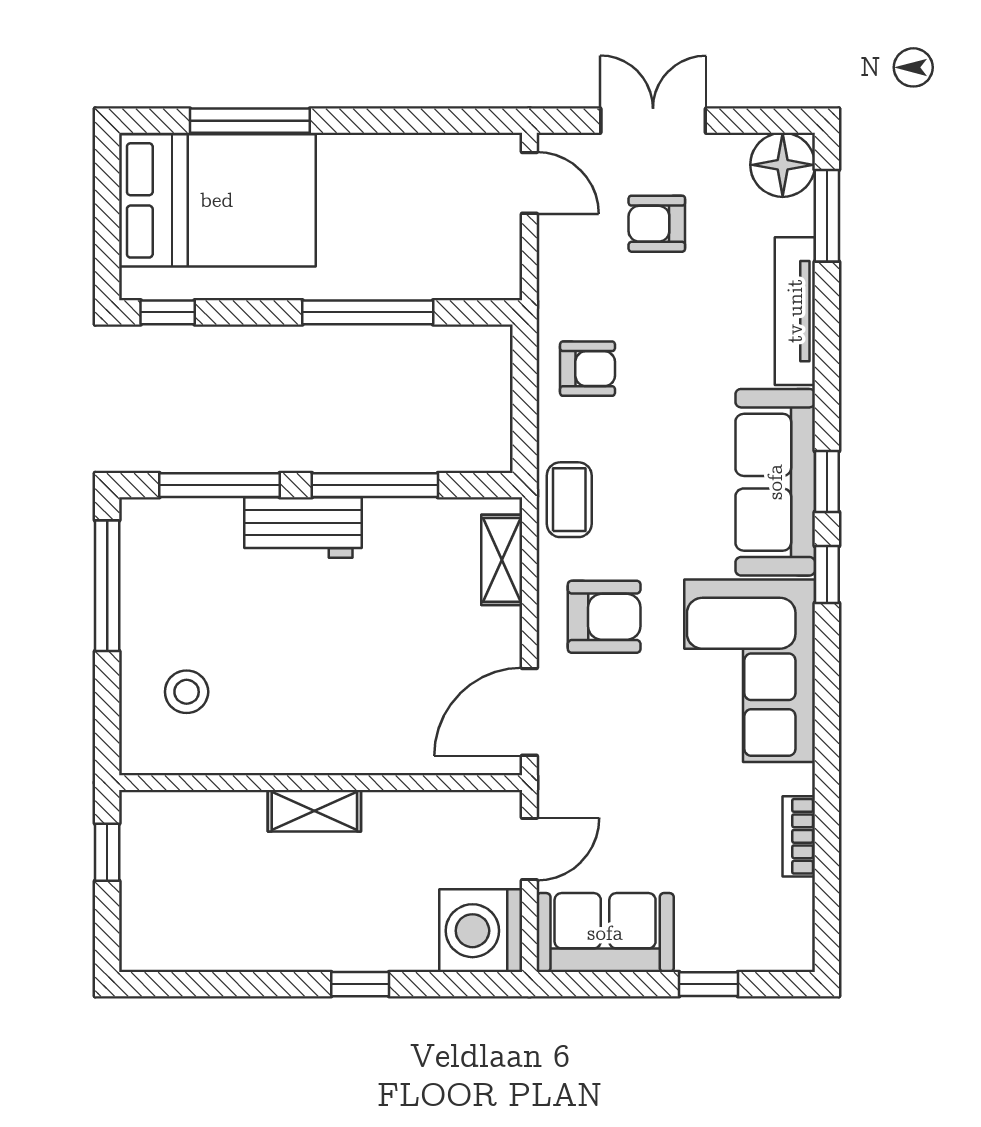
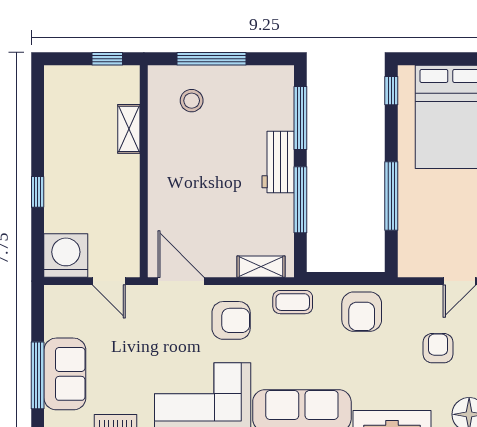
armchair: (588, 369) -> (362, 312), width x1.38, depth x1.38
window: (107, 586) -> (211, 59), moved
armchair: (604, 617) -> (231, 320), turned -90
shelving: (314, 811) -> (129, 129), moved
sofa: (605, 933) -> (65, 374), moved
window: (709, 984) -> (38, 375), width x2.17

